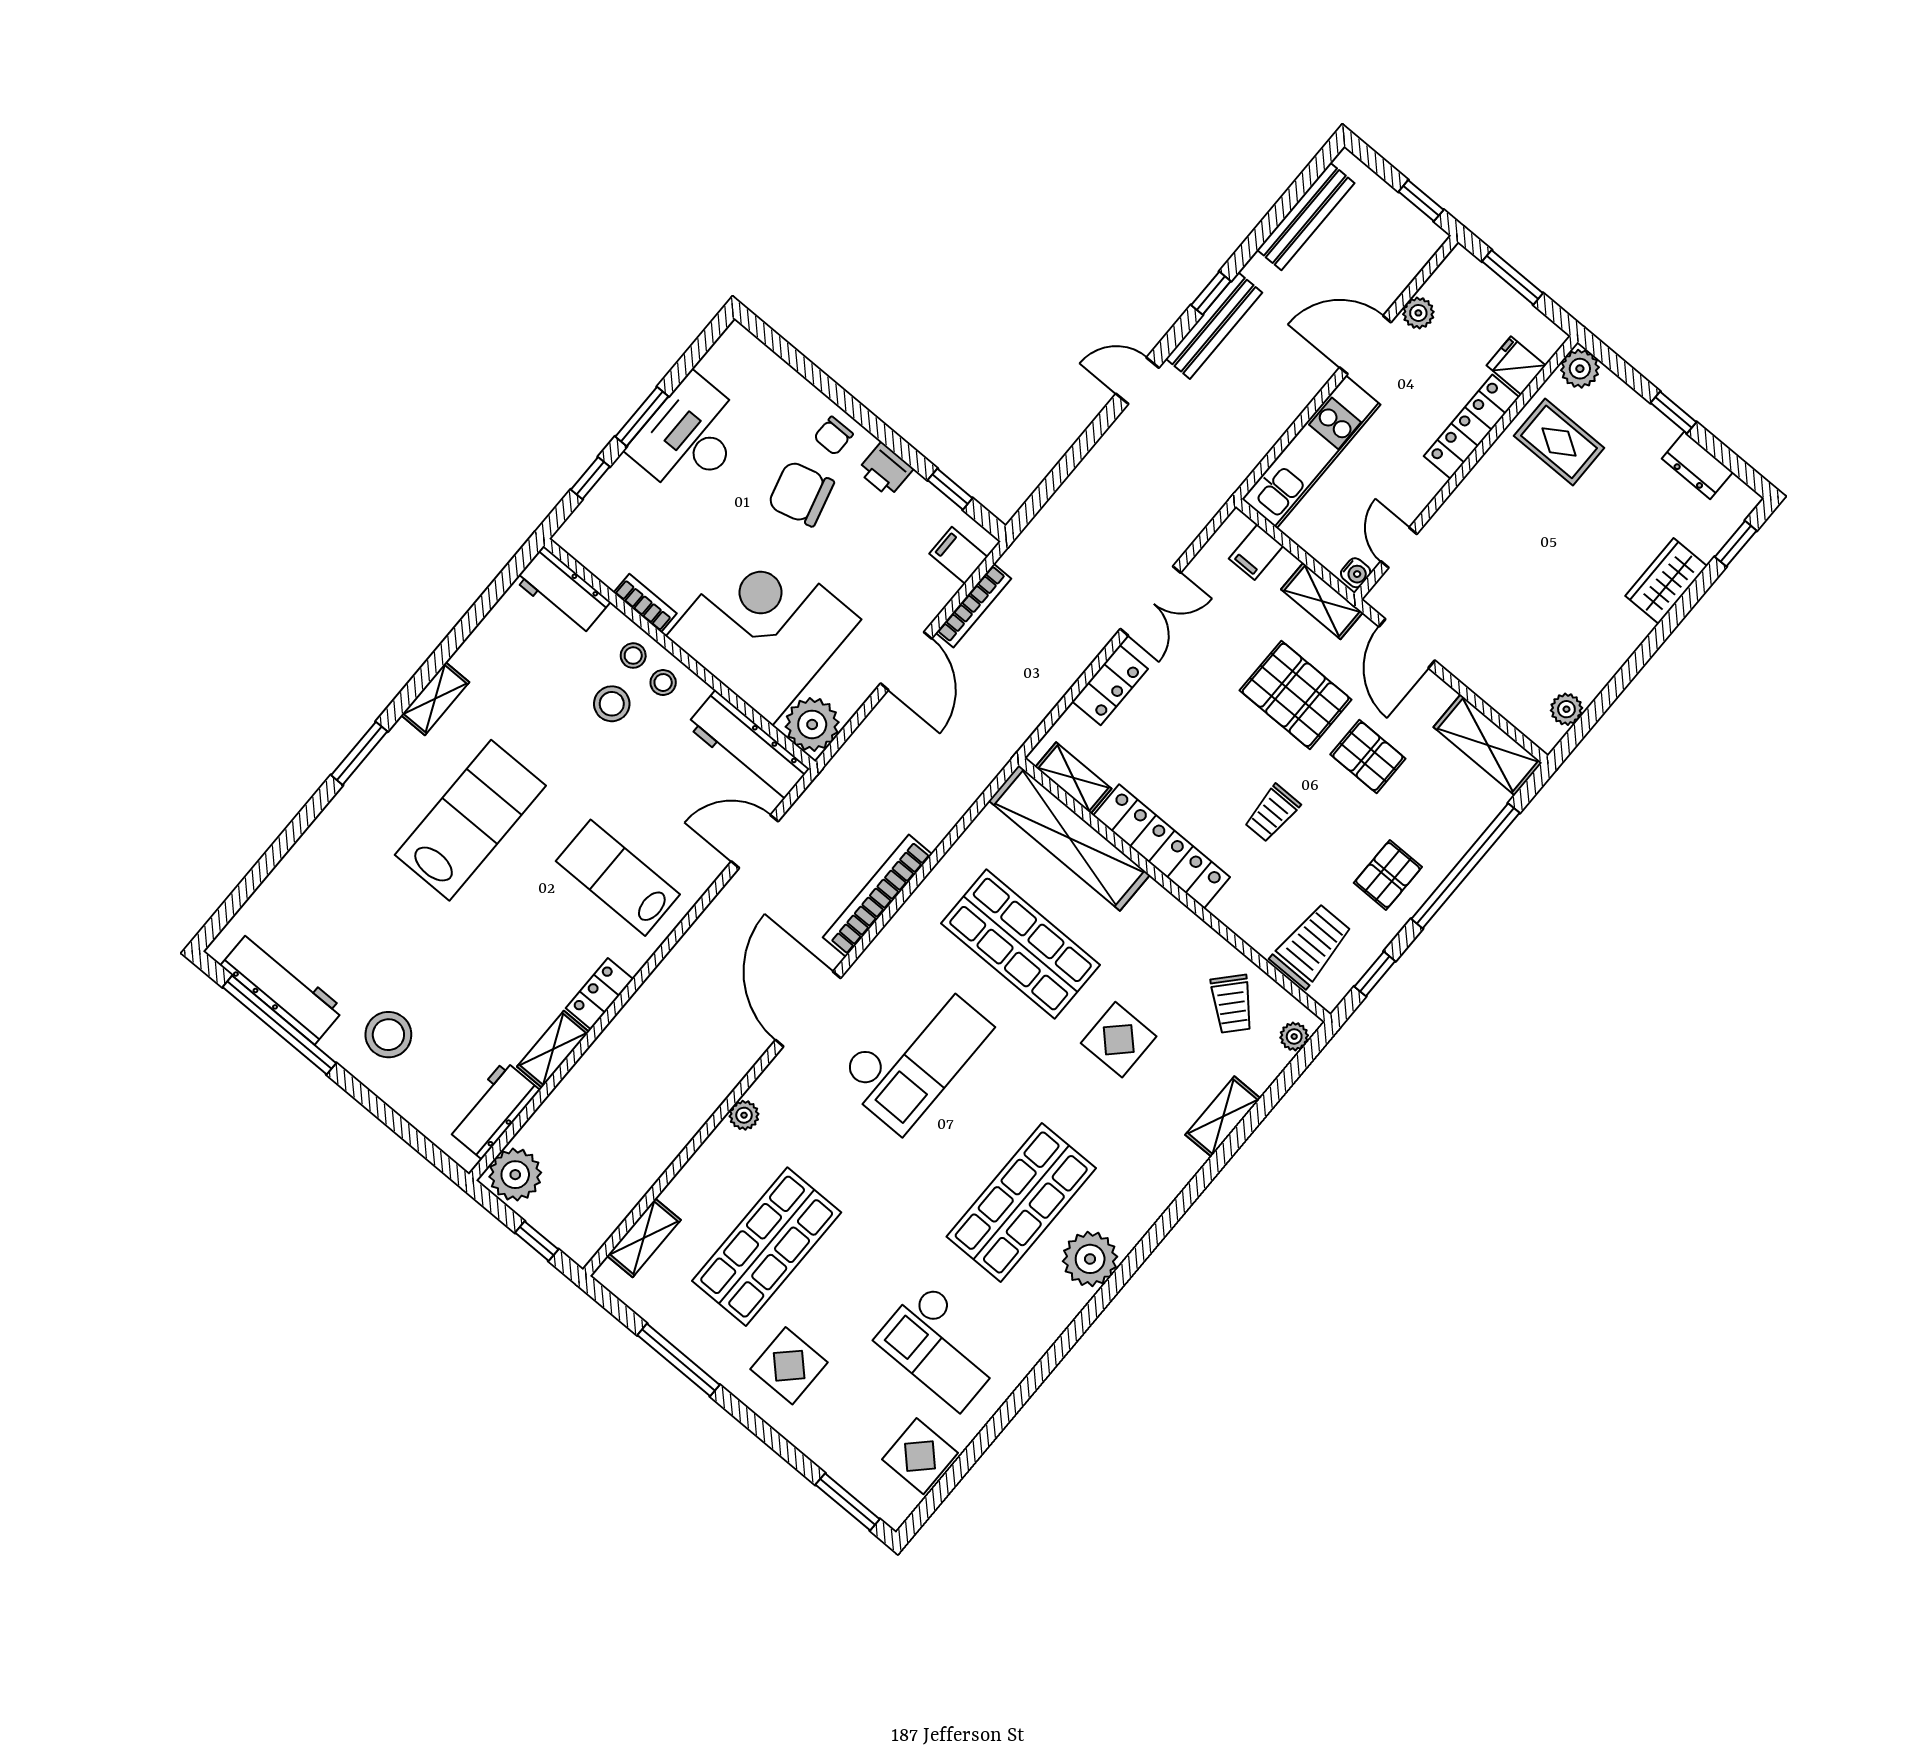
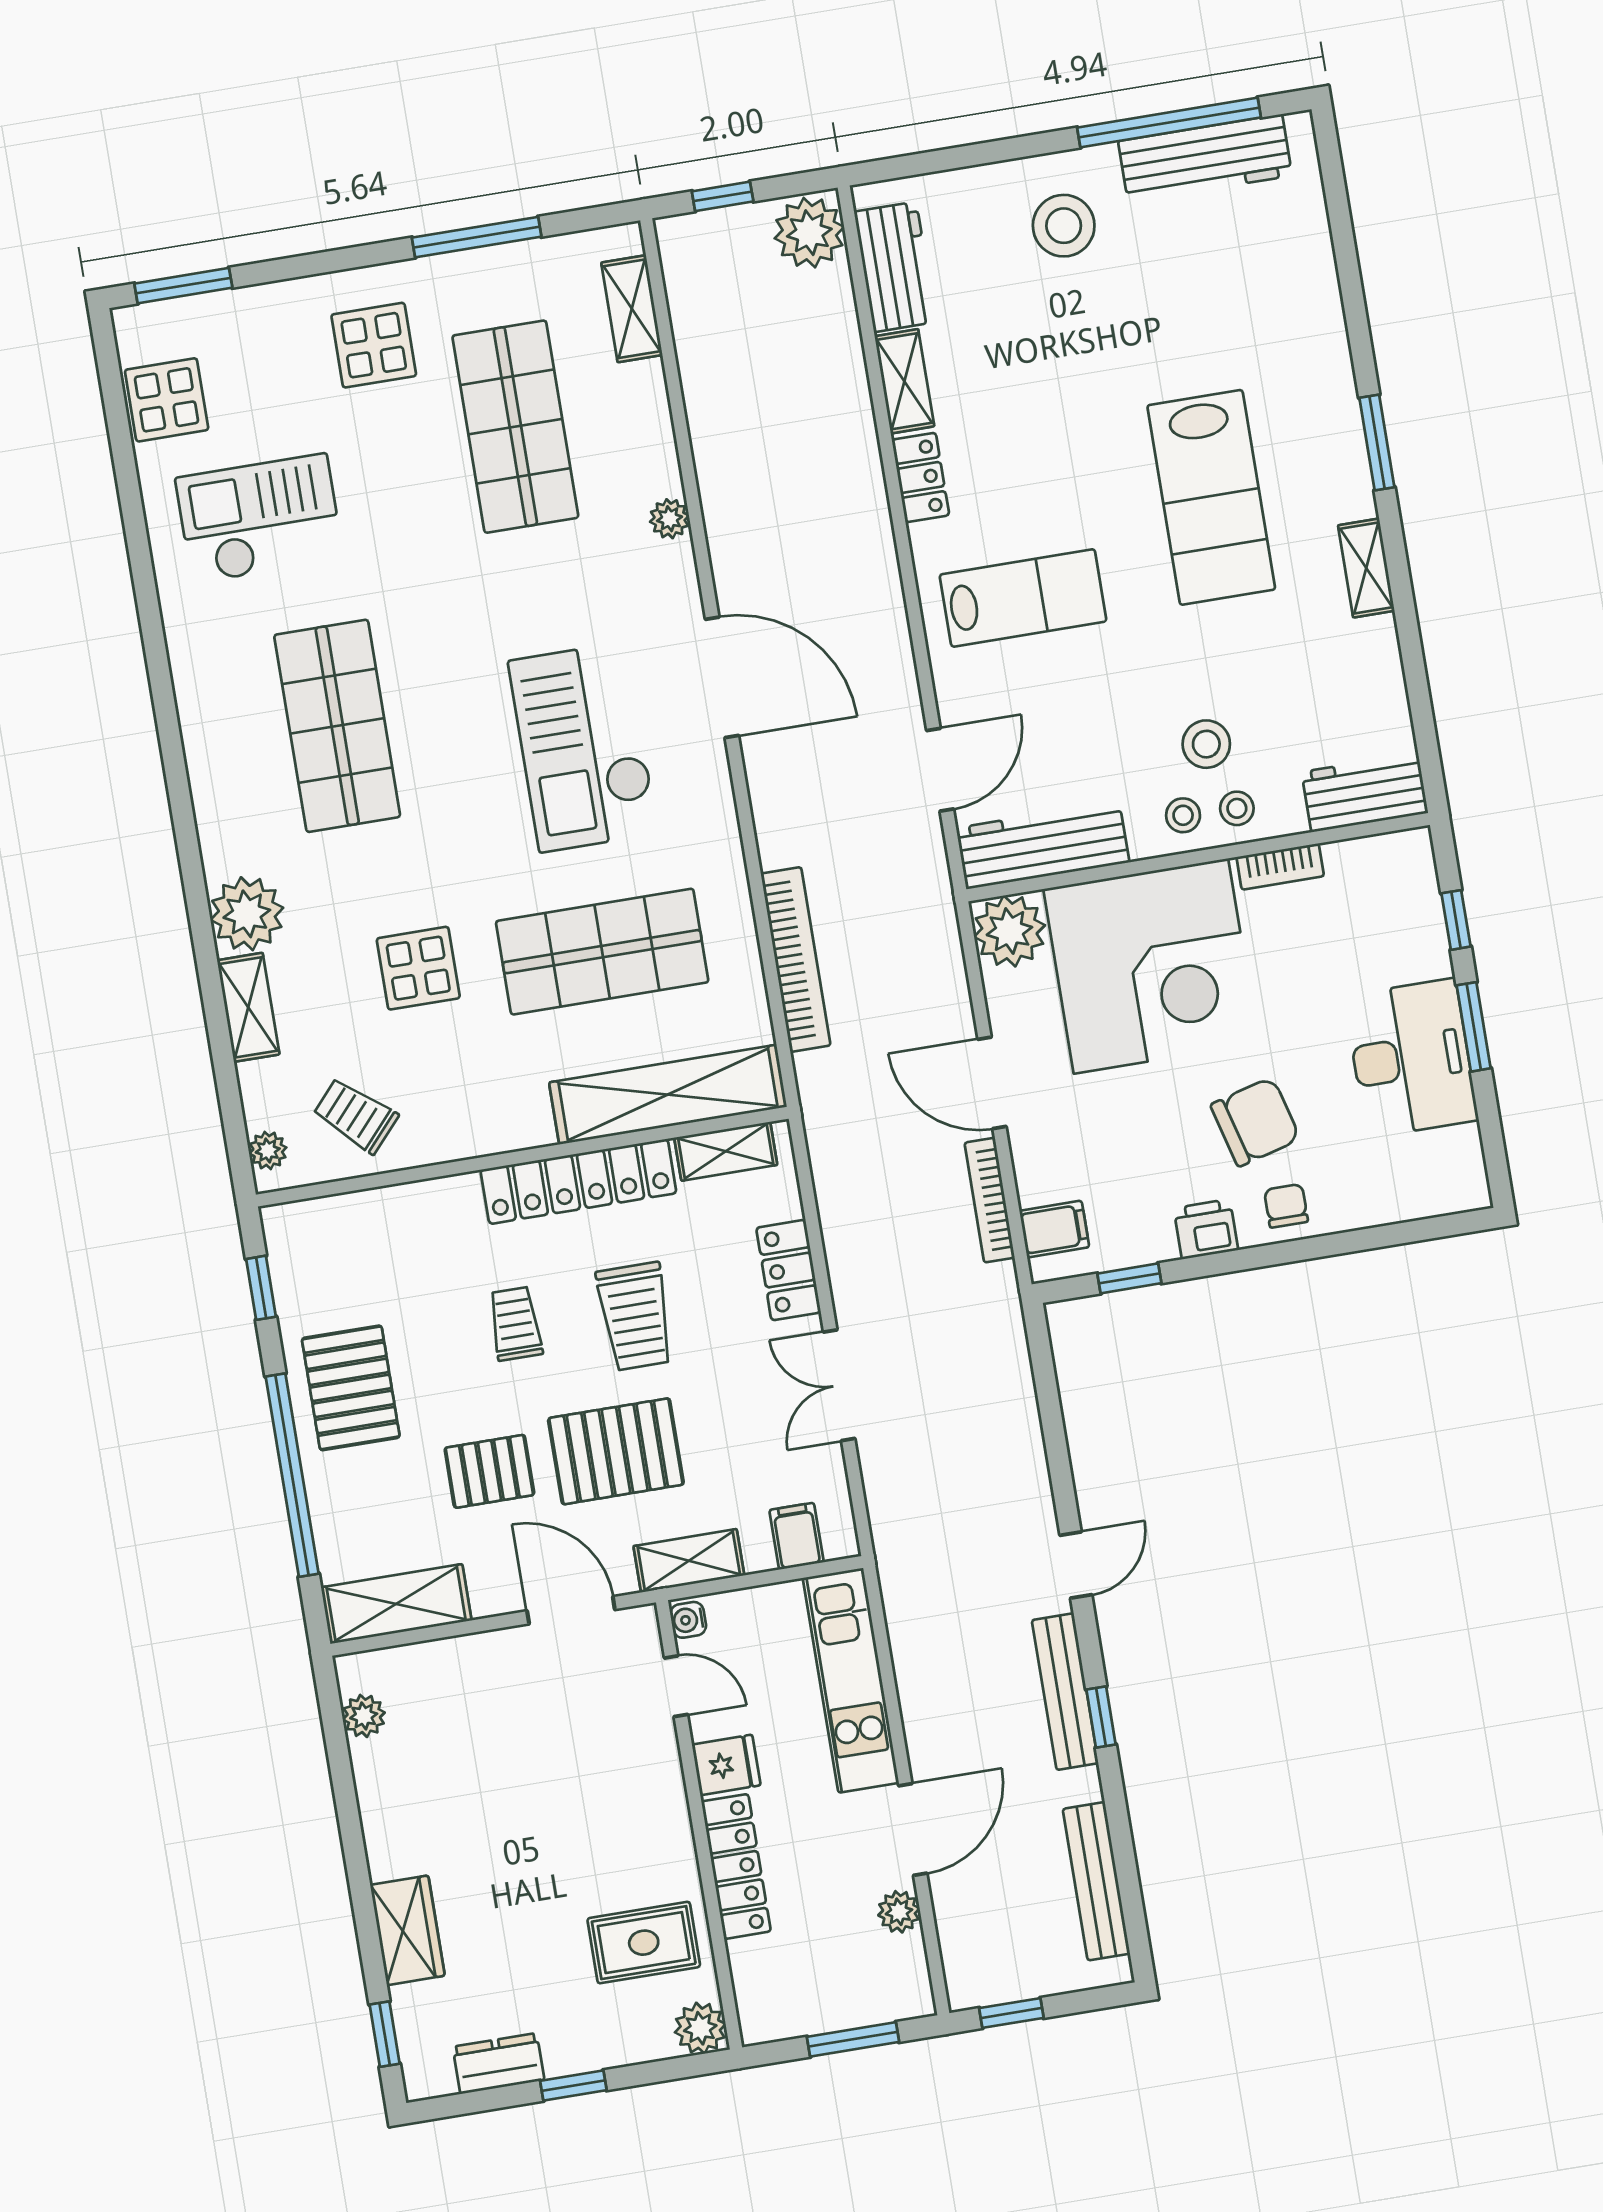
fridge: (1516, 365) -> (726, 1765), moved
pallet: (1388, 875) -> (351, 1388), width x1.50, depth x1.42
bookcase: (877, 896) -> (796, 959), moved
trolley: (1311, 946) -> (635, 1316), moved
plant: (1090, 1259) -> (247, 914), moved

